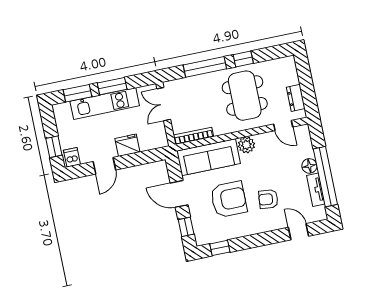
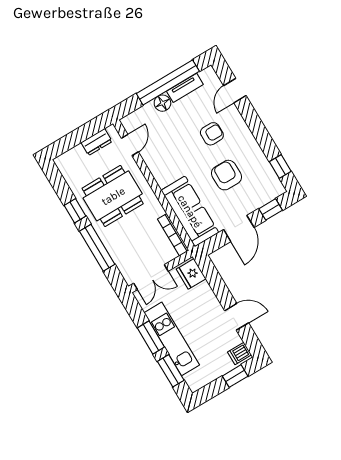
fridge: (127, 145) -> (191, 274), moved
plant: (246, 145) -> (163, 176), removed
armchair: (229, 199) -> (226, 175), width x0.73, depth x0.73
armchair: (268, 199) -> (212, 134), turned -96

